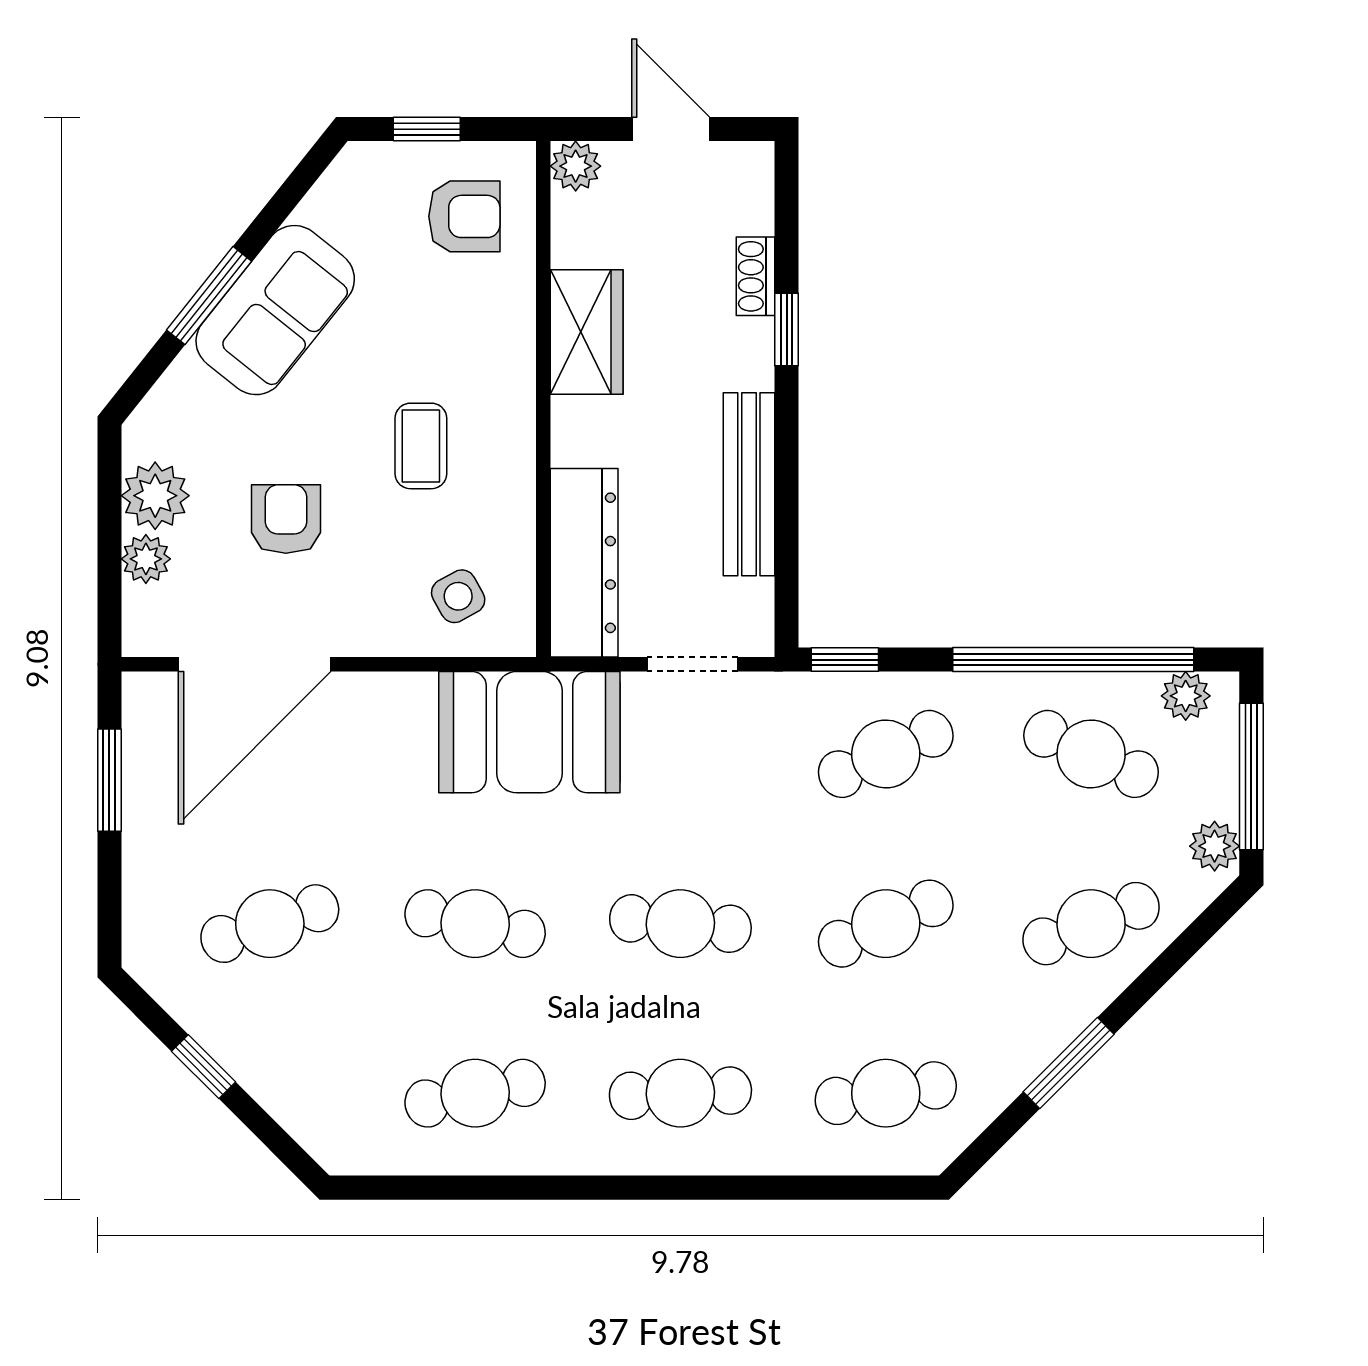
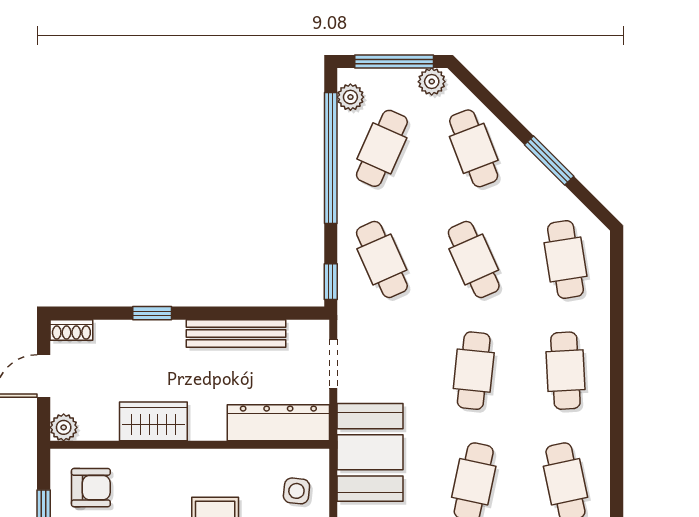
armchair: (464, 216) -> (91, 488), turned 90
shoe rack: (755, 276) -> (71, 330), moved
side table: (458, 596) -> (296, 491), turned 35

